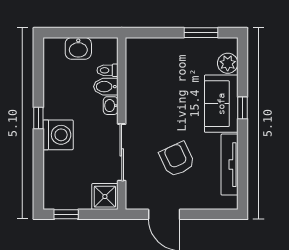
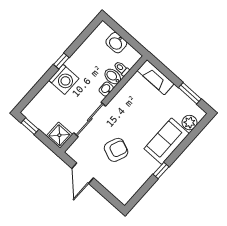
fireplace: (151, 48) -> (156, 77), added
window: (243, 108) -> (161, 170), moved
armchair: (177, 159) -> (116, 150), turned 47
tv unit: (230, 165) -> (142, 178), removed

